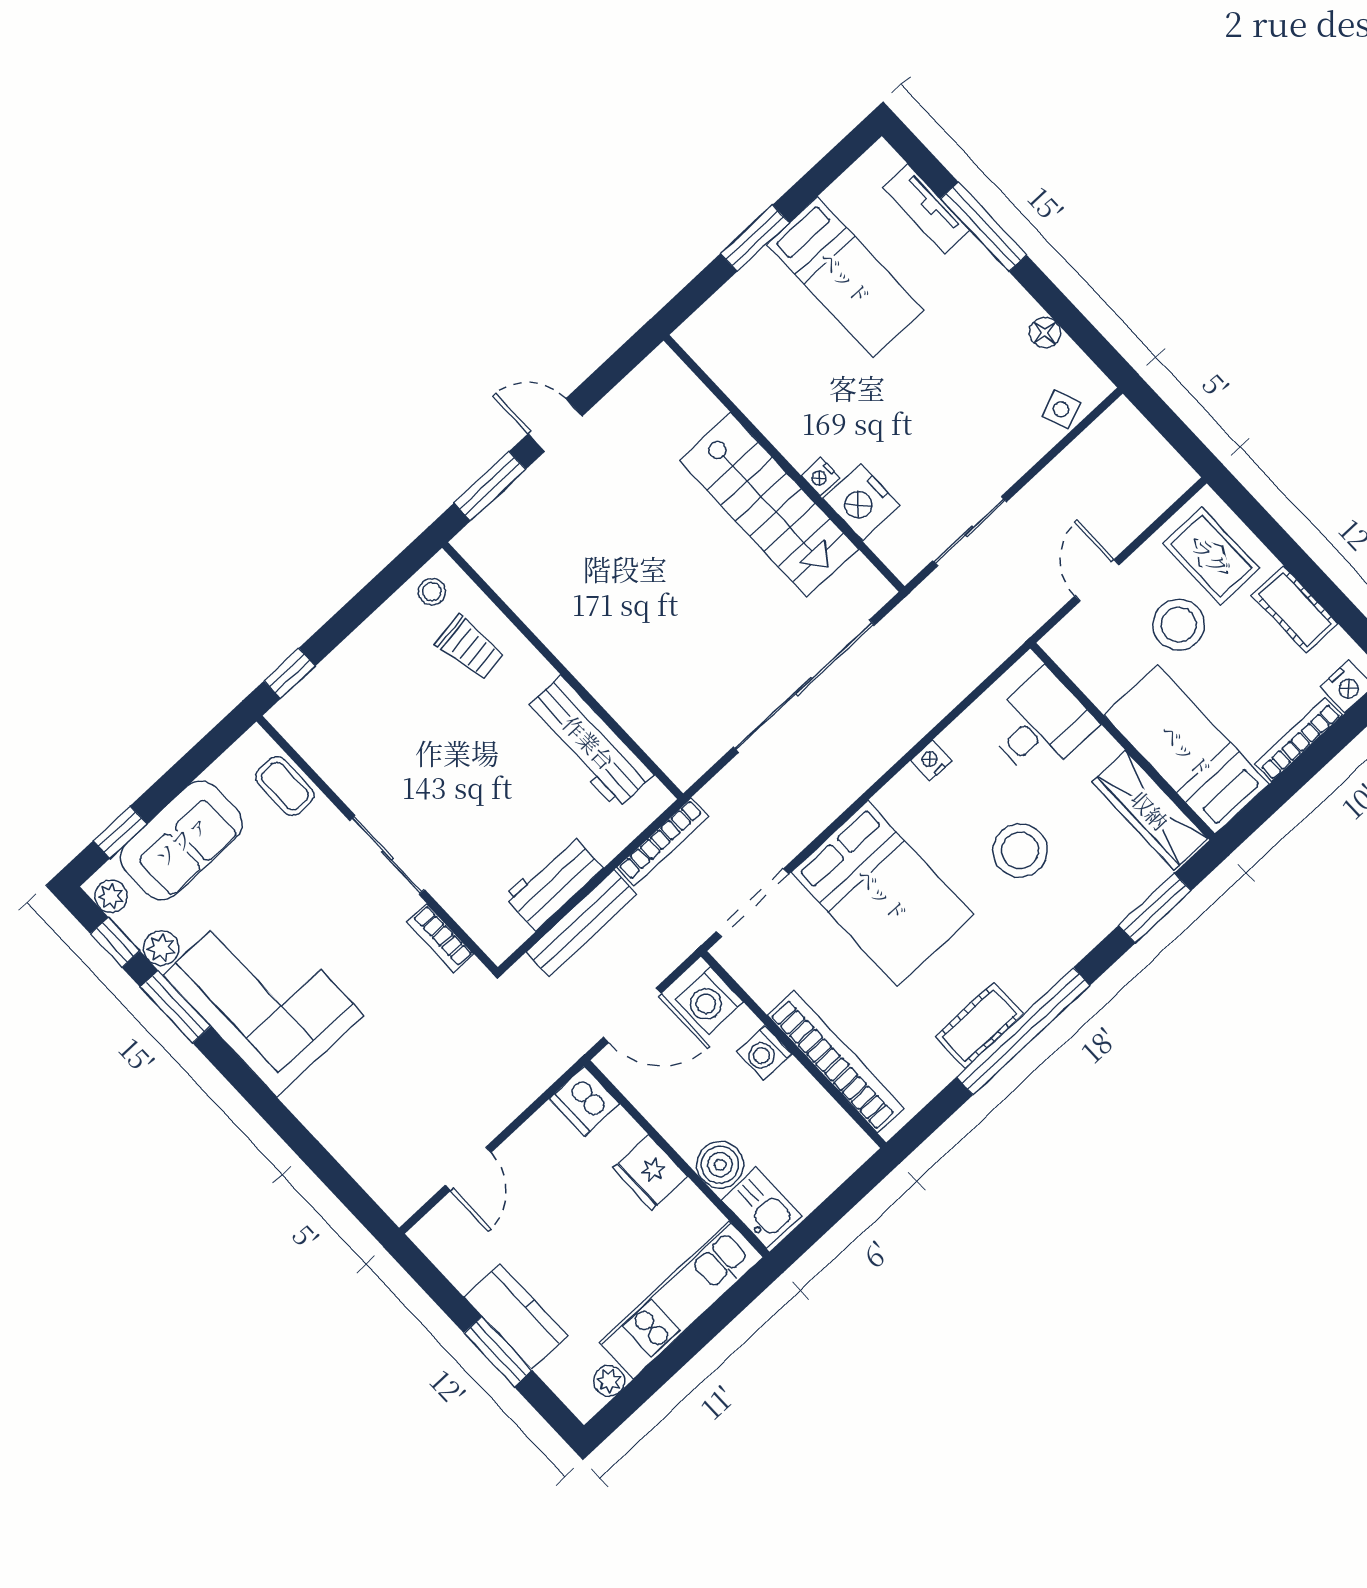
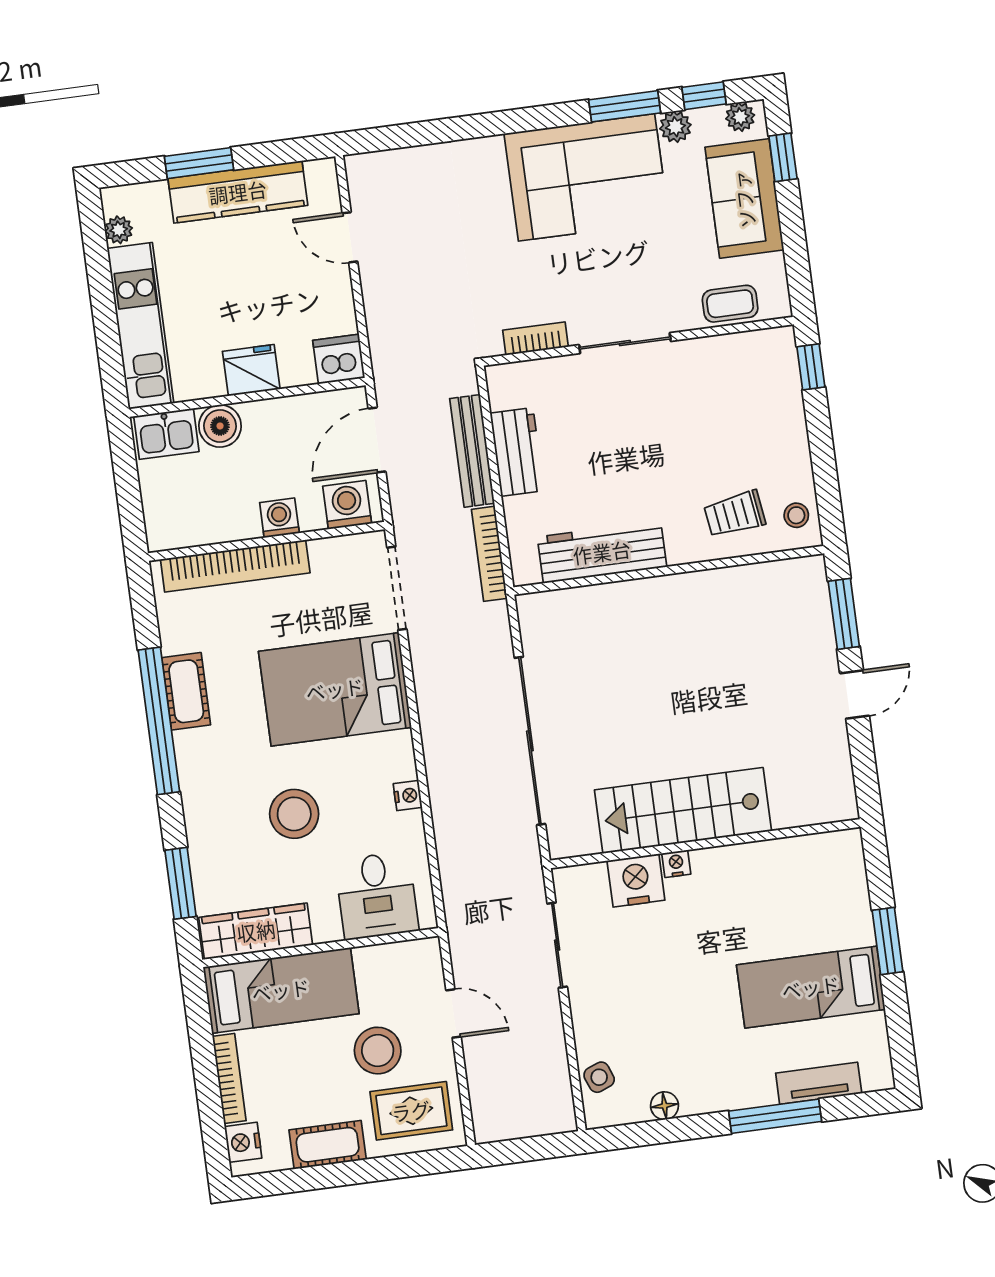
kitchen counter: (516, 1316) -> (238, 192), width x1.50

